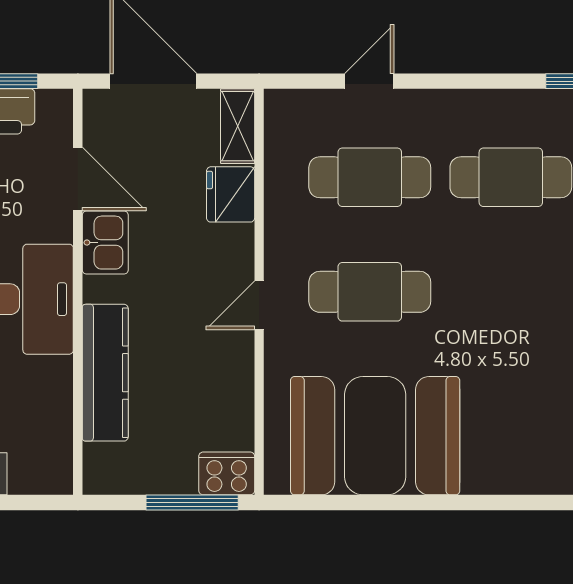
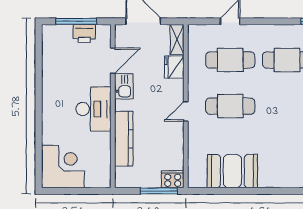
door: (78, 179) -> (113, 61), hinge flipped
booth: (375, 436) -> (232, 171), width x0.73, depth x0.70

